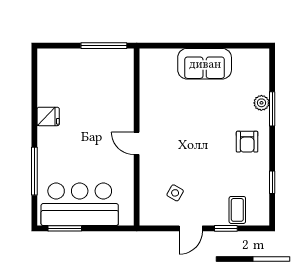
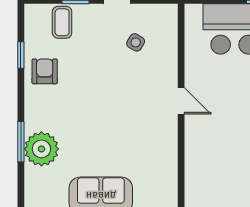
plant: (261, 103) -> (41, 149), width x1.88, depth x1.88
armchair: (247, 142) -> (45, 71), moved

